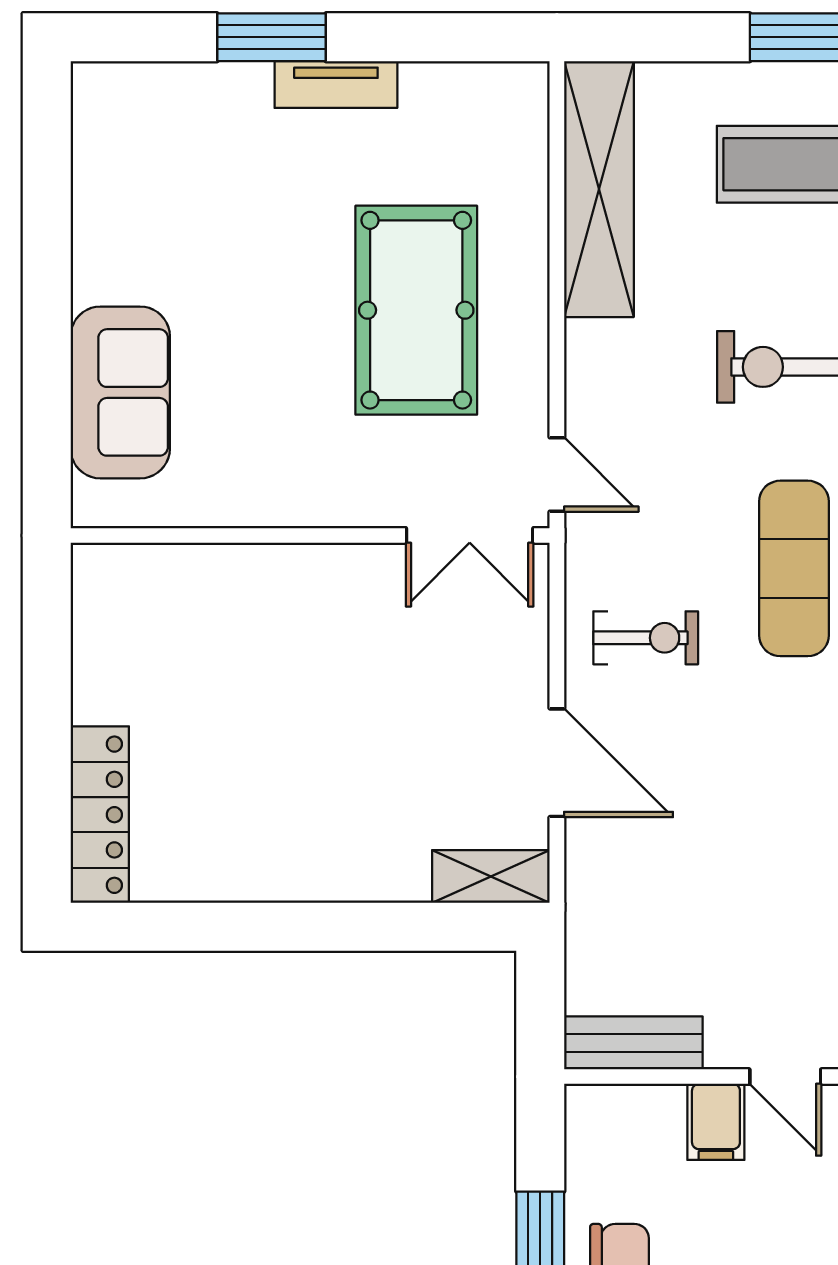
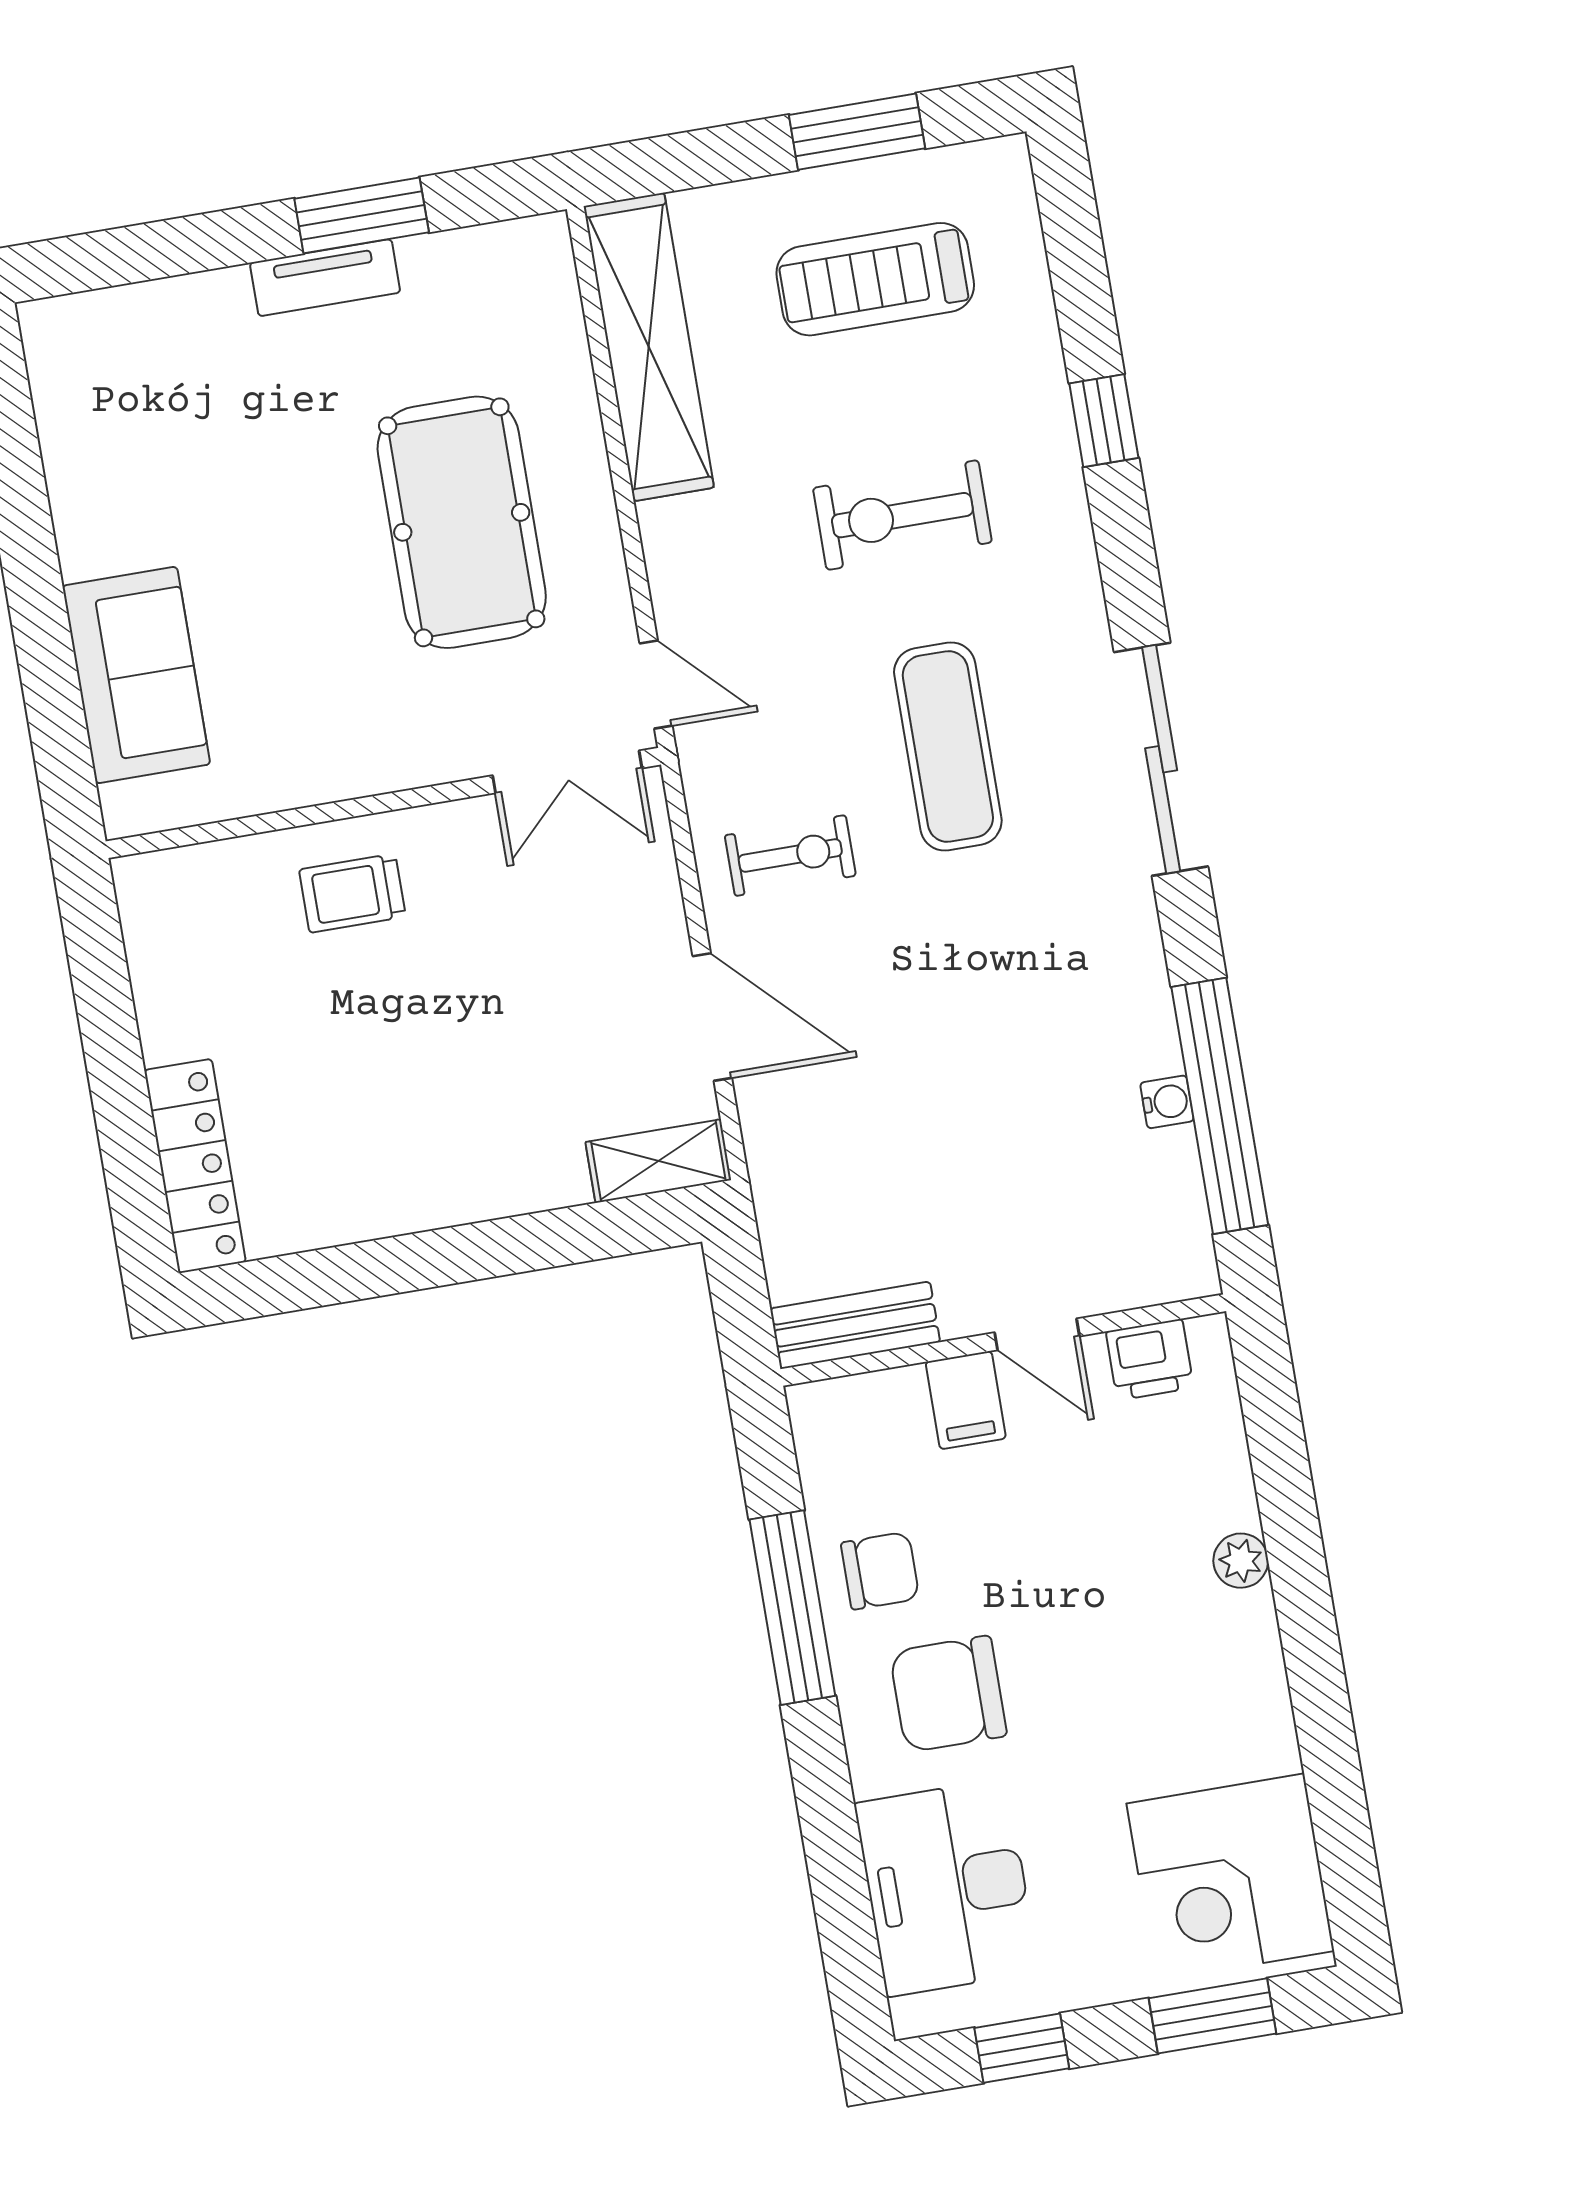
window: (271, 37) -> (362, 215), moved
trolley: (271, 607) -> (352, 893), added

